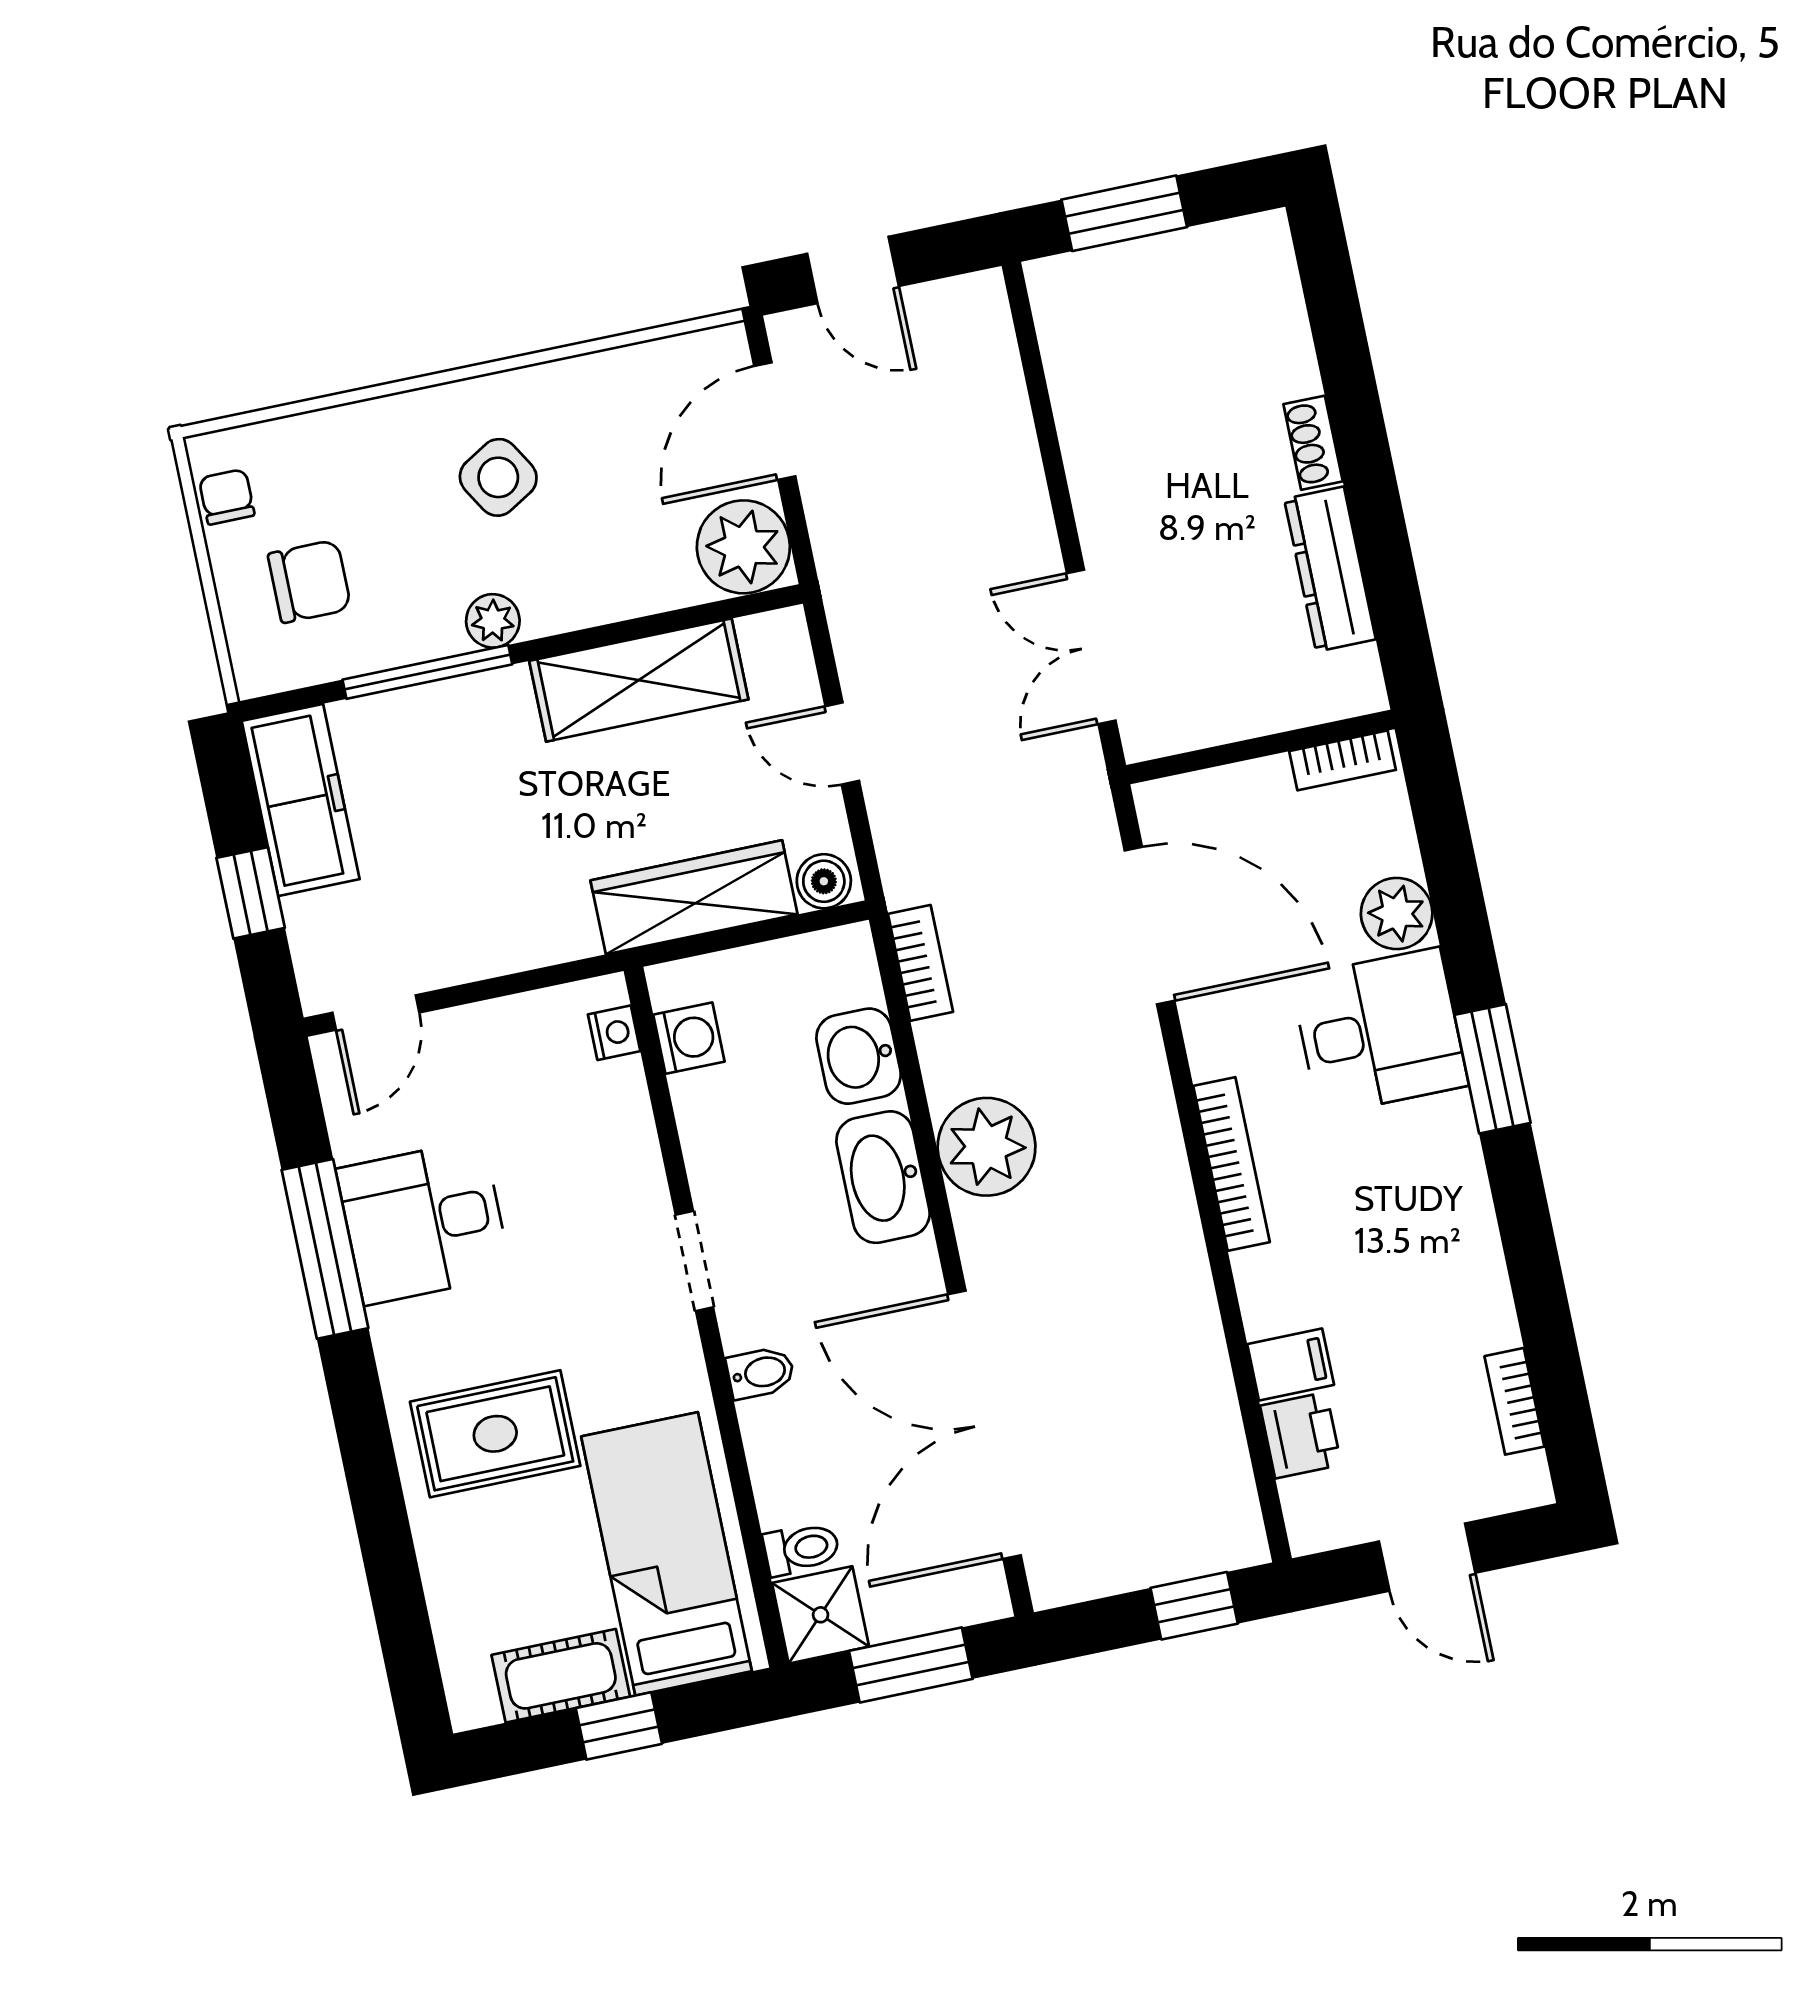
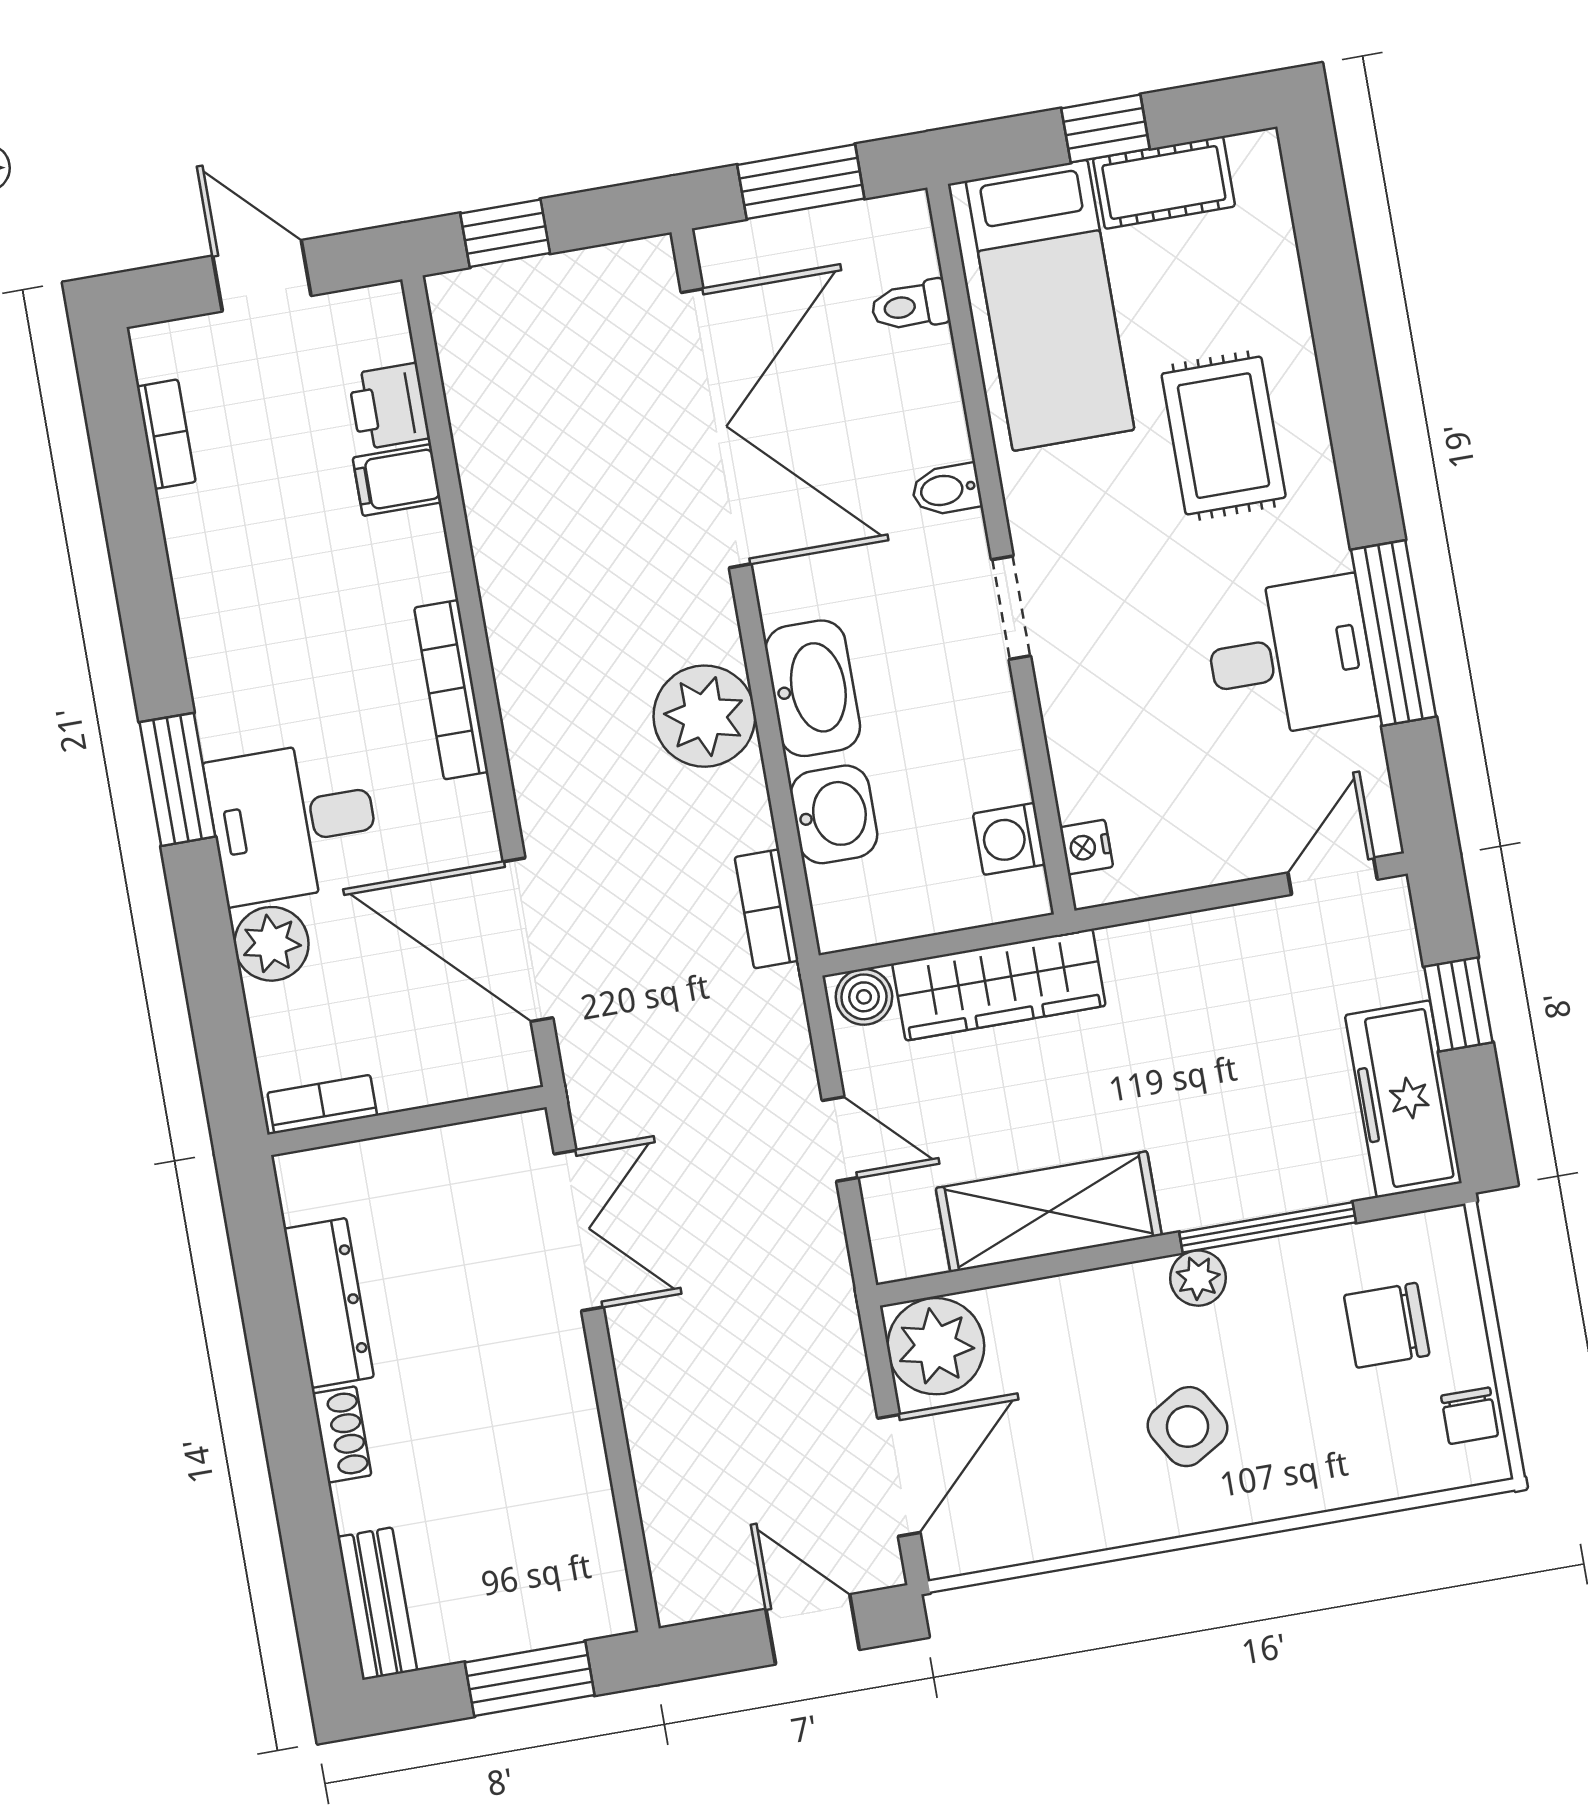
bench: (1274, 281) -> (377, 1604), added
rug: (495, 1434) -> (1224, 436), turned 90
shower: (821, 1615) -> (893, 237), removed

